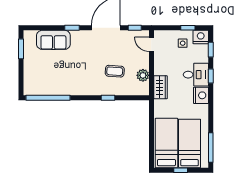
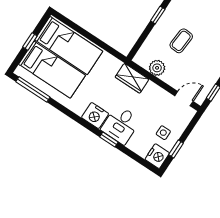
window: (211, 50) -> (137, 158), removed

